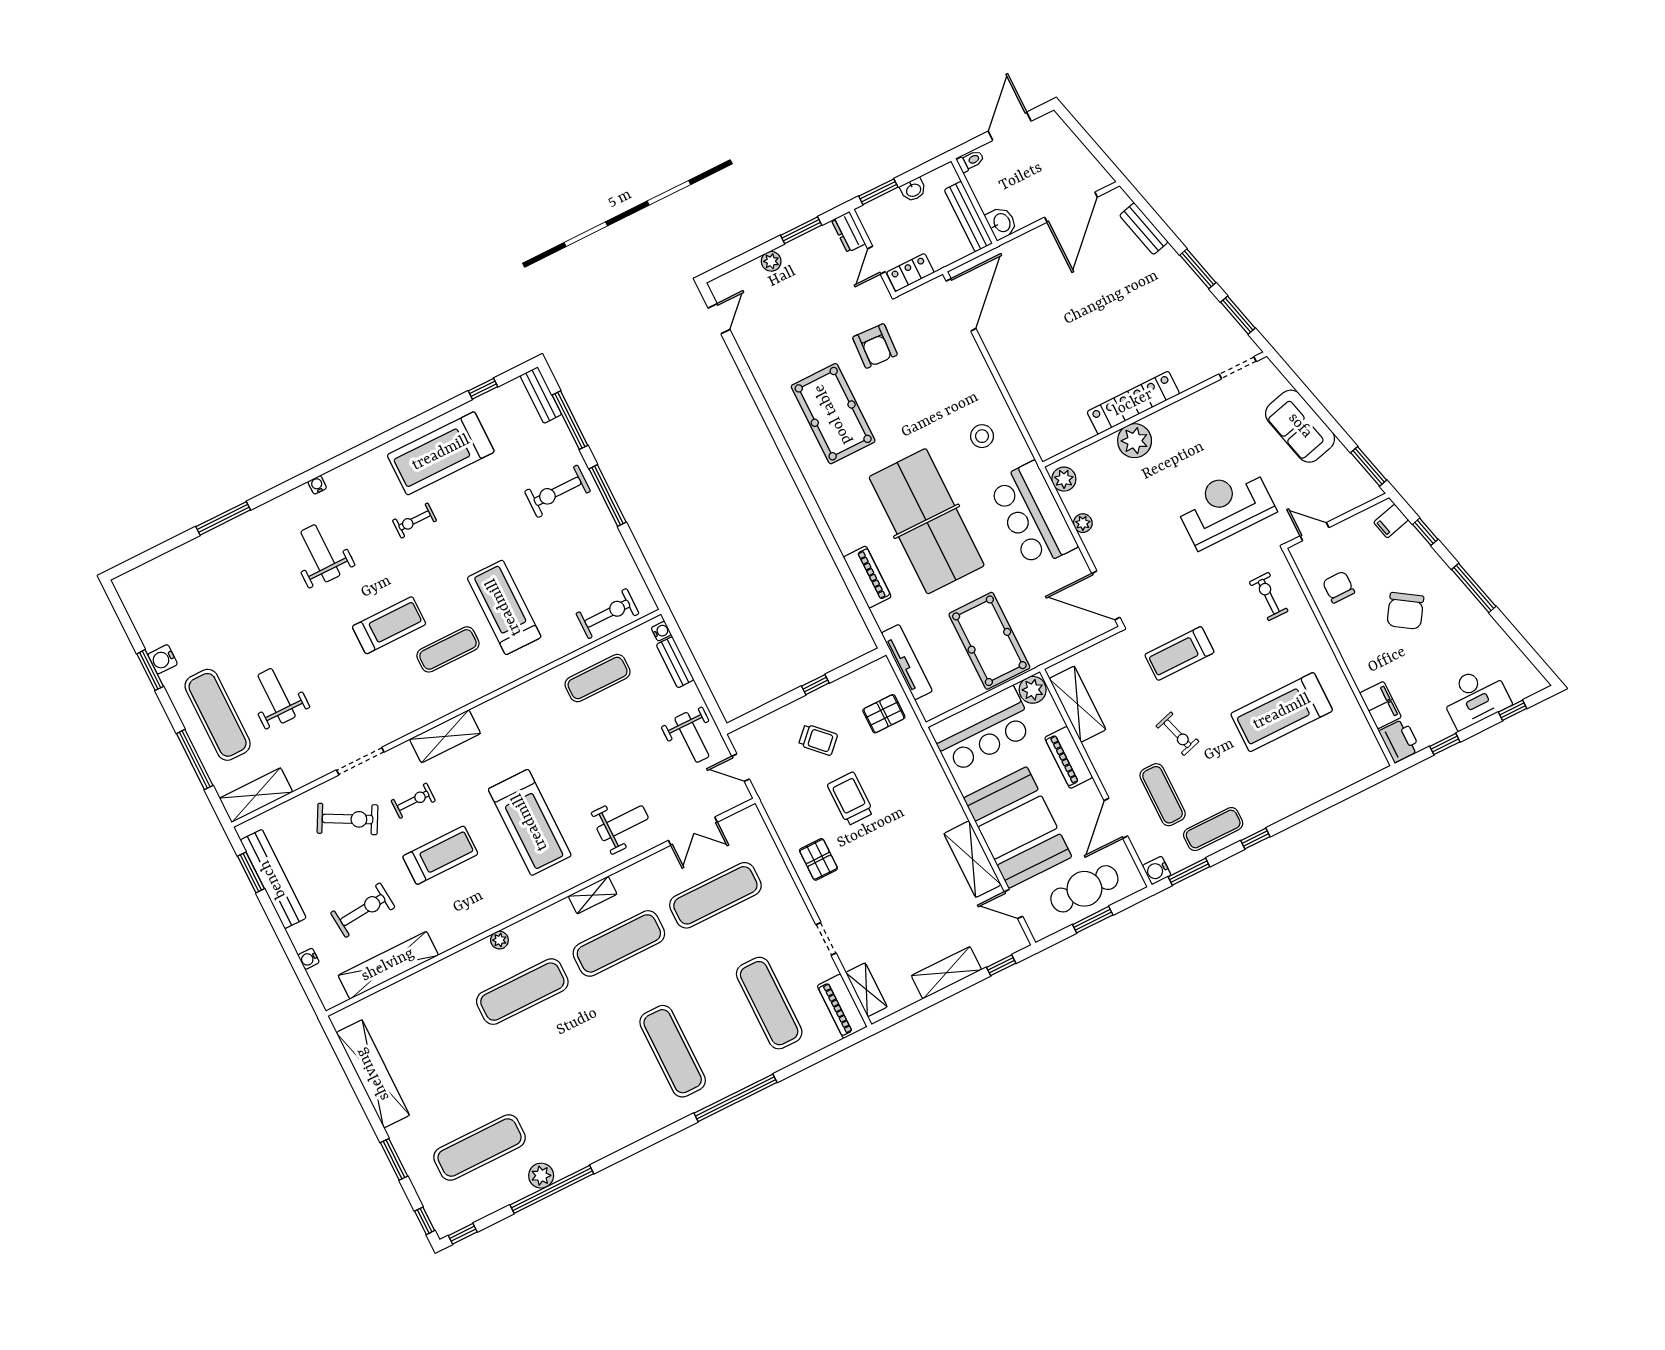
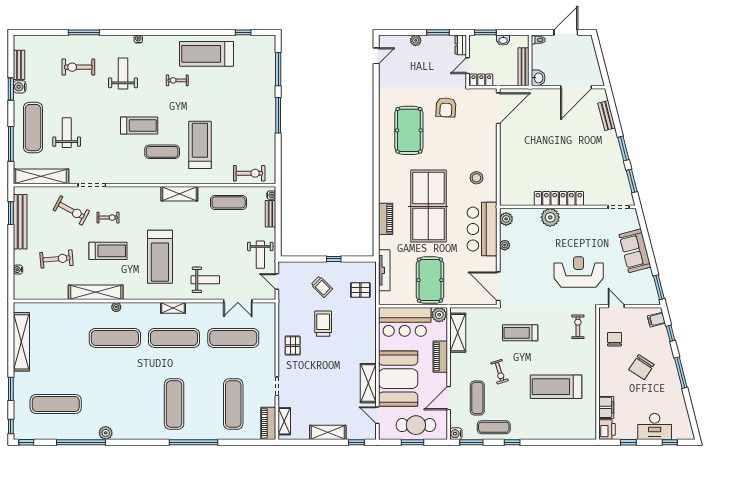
bench: (541, 395) -> (19, 65), moved
exercise bike: (557, 491) -> (78, 67), moved
shelving: (445, 736) -> (179, 194), moved
shelving: (256, 795) -> (41, 176), width x1.47
shelving: (388, 965) -> (96, 292), moved
plant: (541, 1176) -> (106, 433), moved

